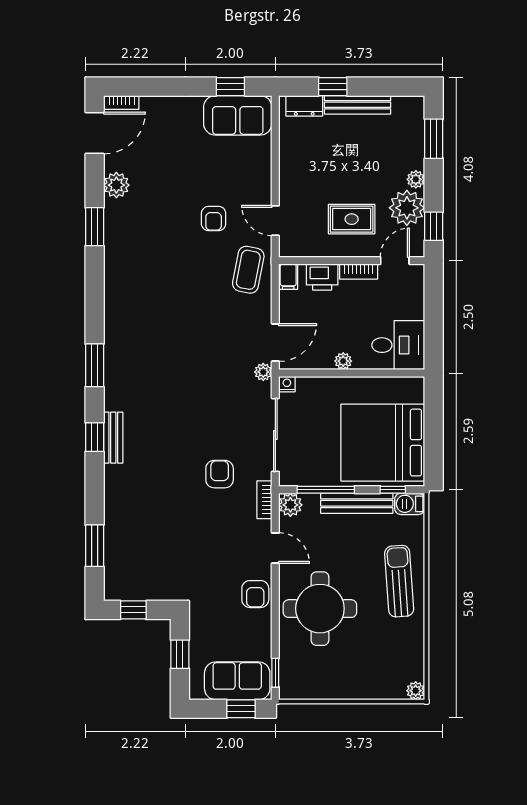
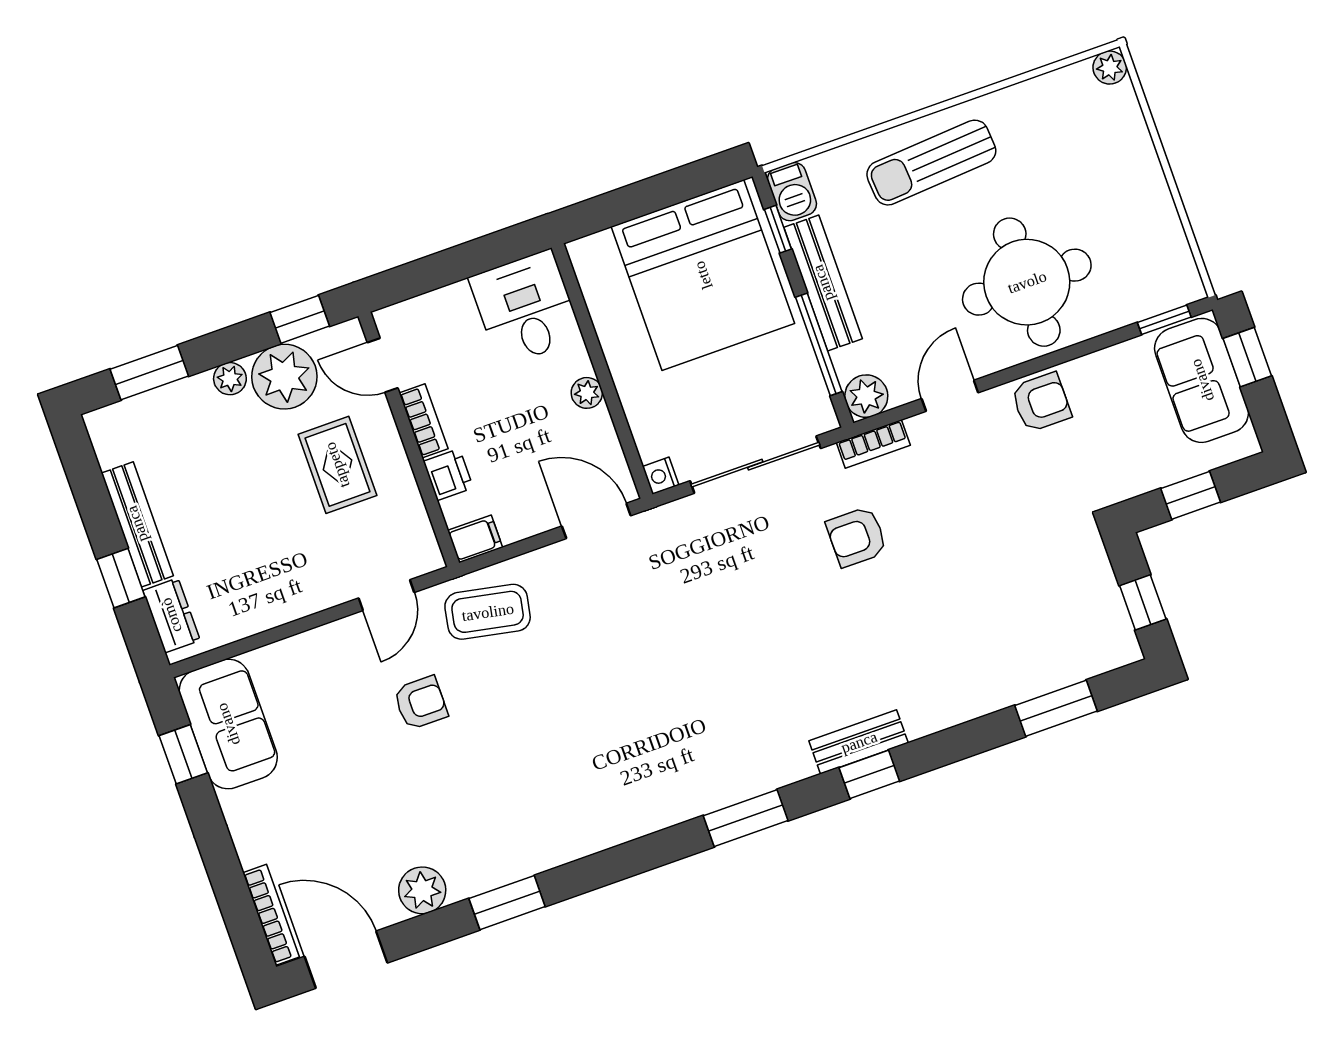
bookcase: (122, 102) -> (271, 915), width x1.56
printer: (322, 277) -> (448, 475), width x0.73, depth x0.81
plant: (263, 372) -> (654, 524), removed

